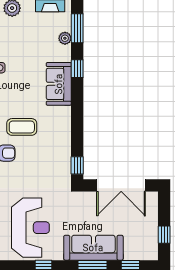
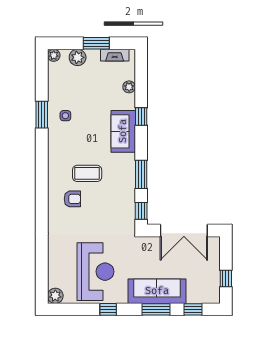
window: (77, 28) -> (141, 174), moved

